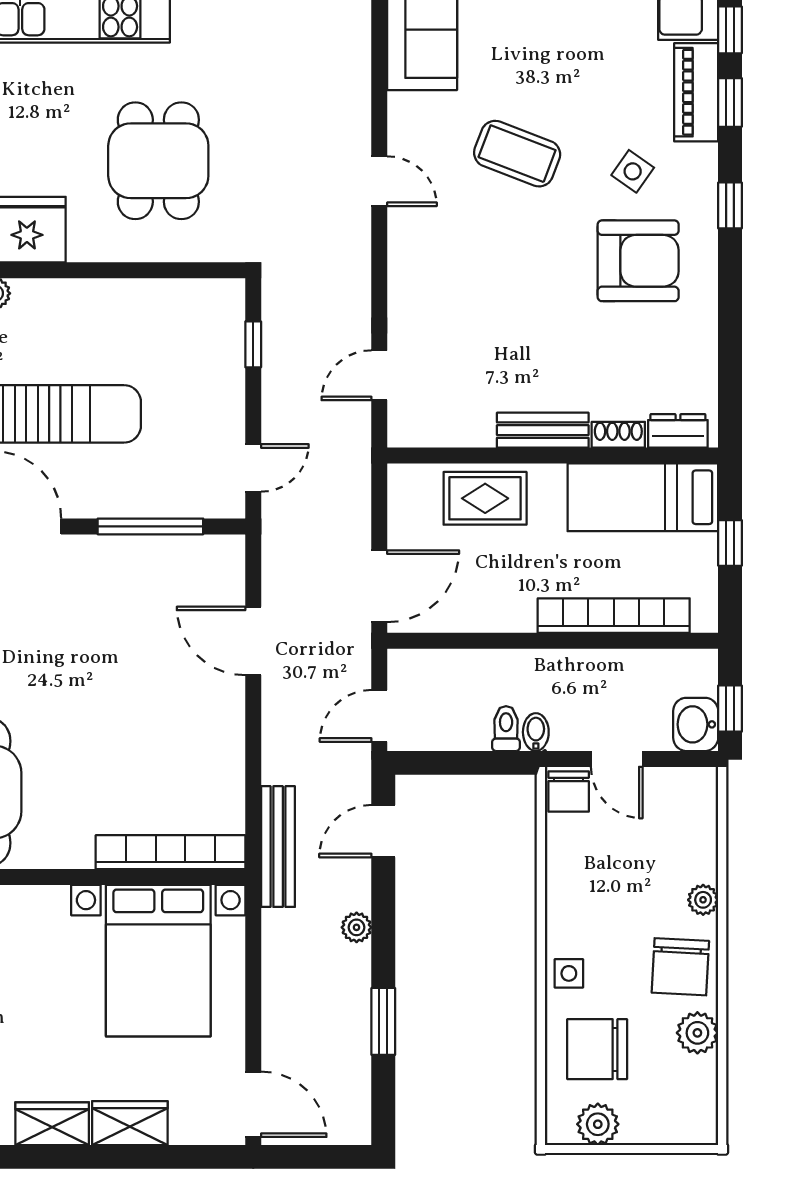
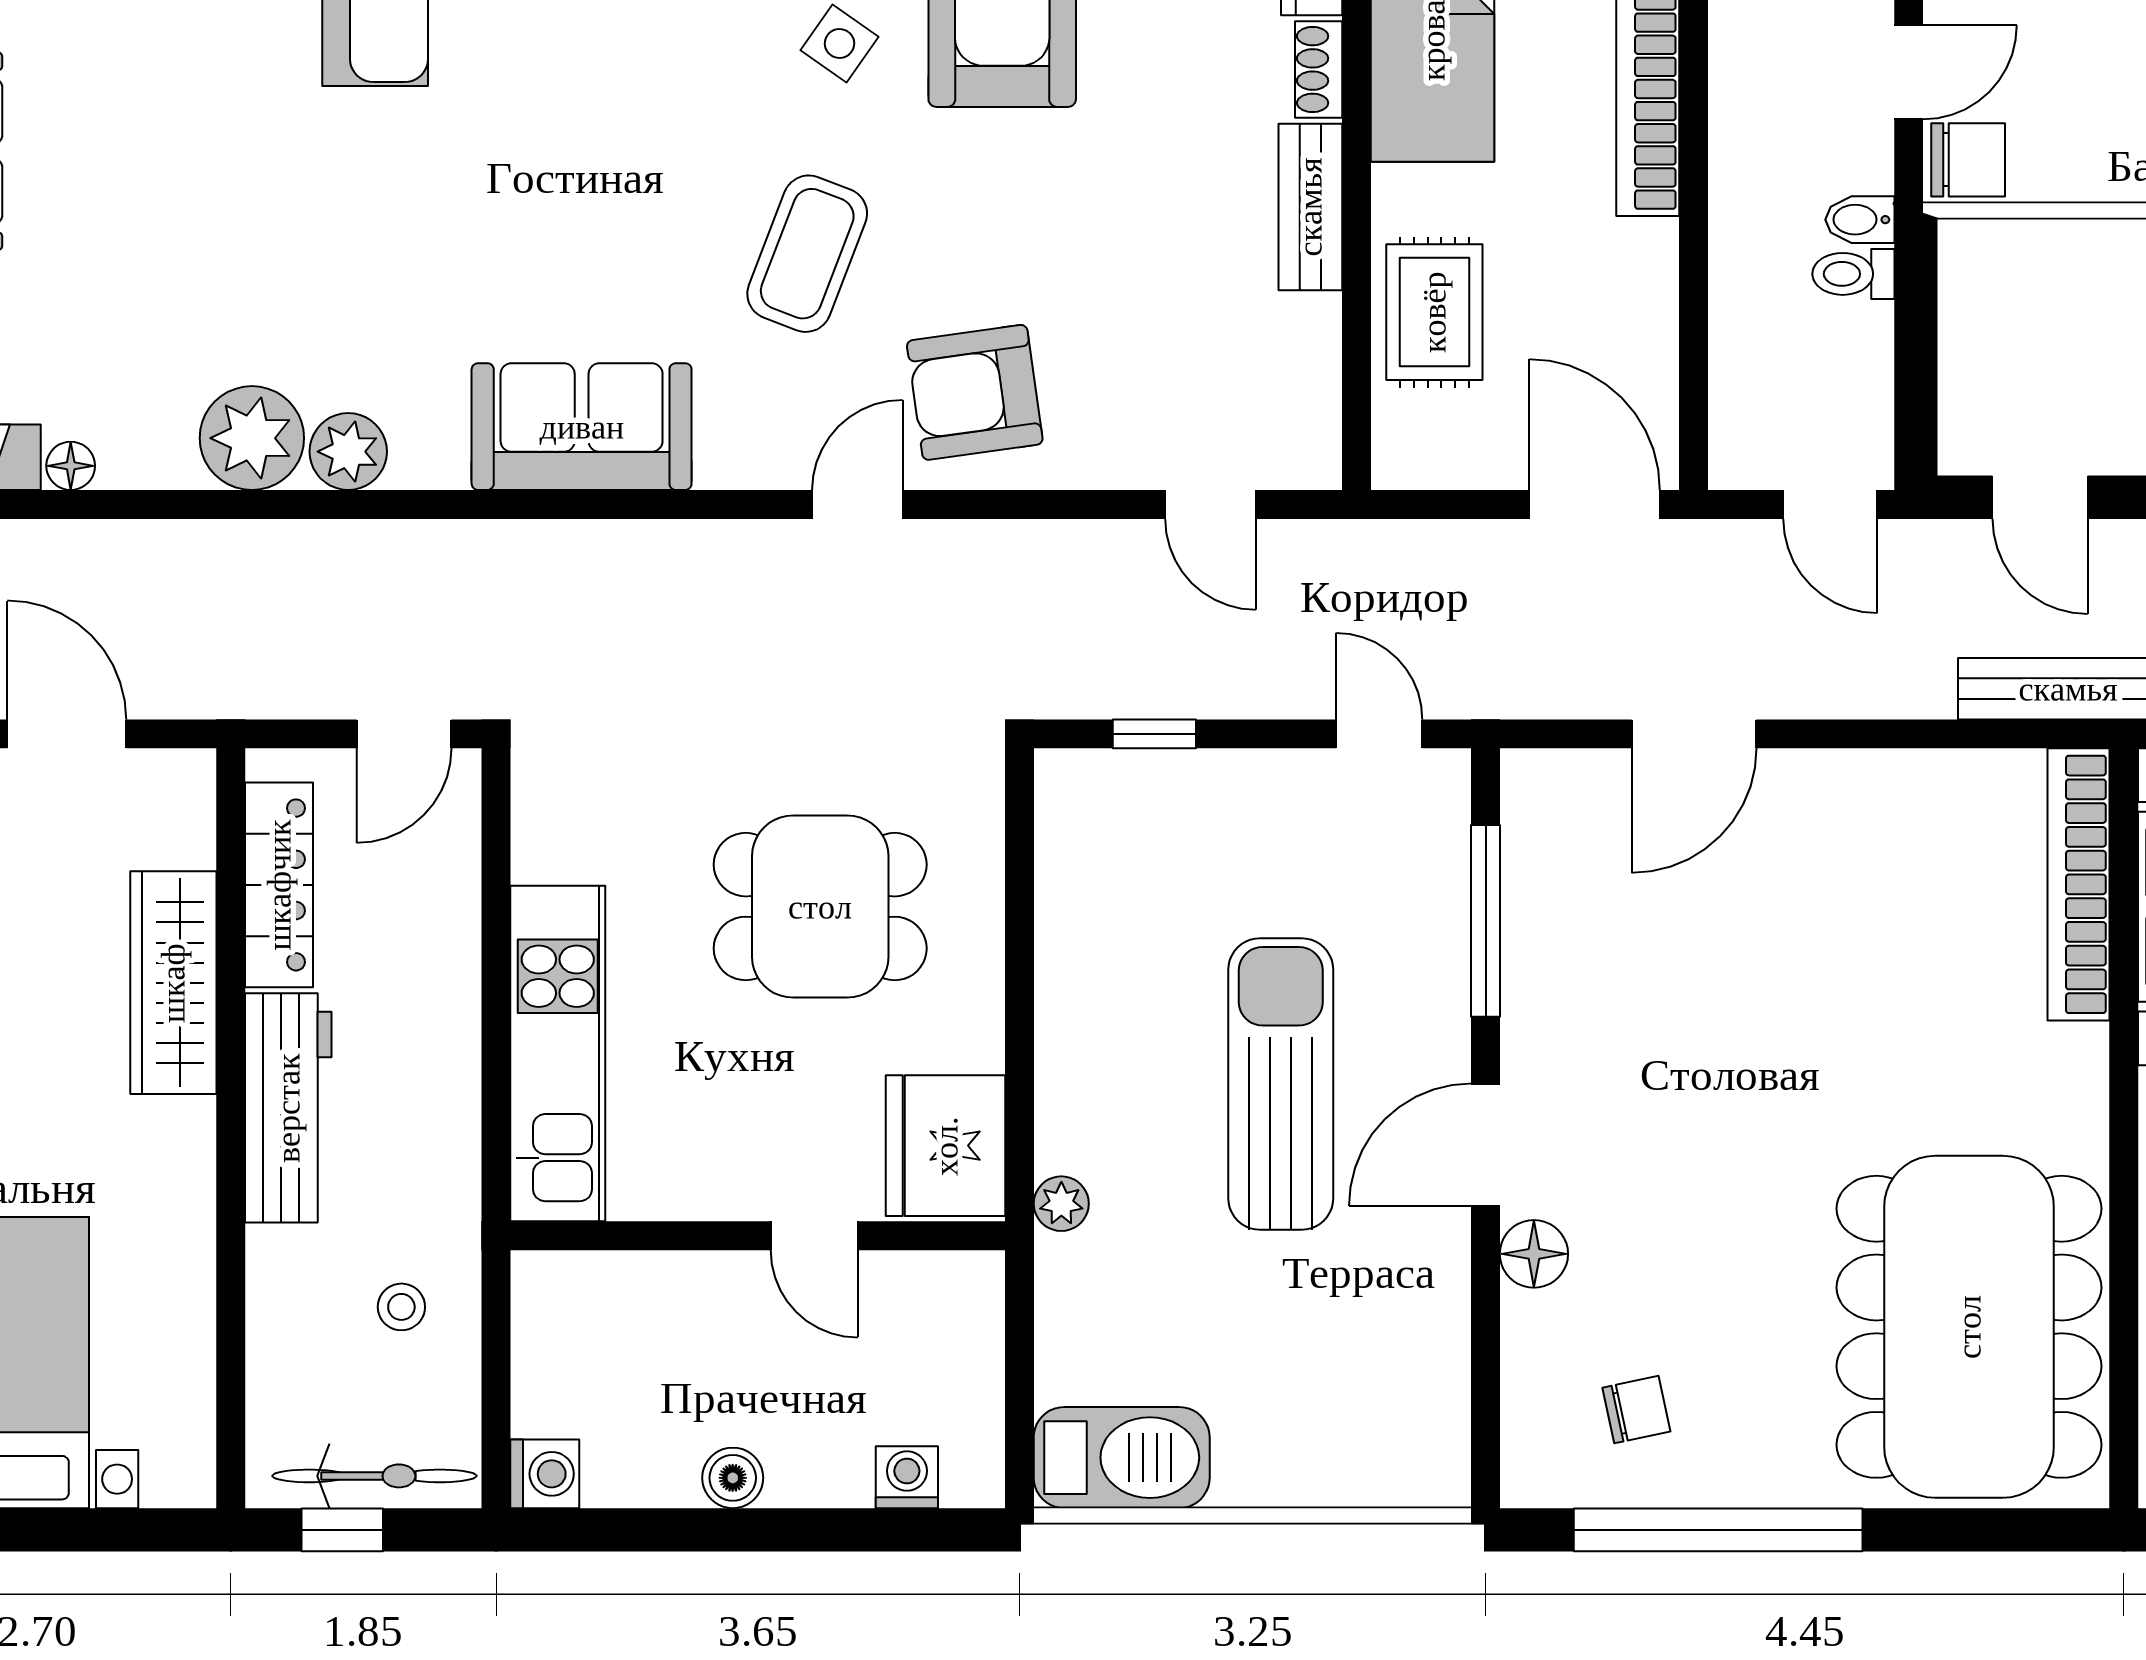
armchair: (441, 246) -> (975, 392), added

